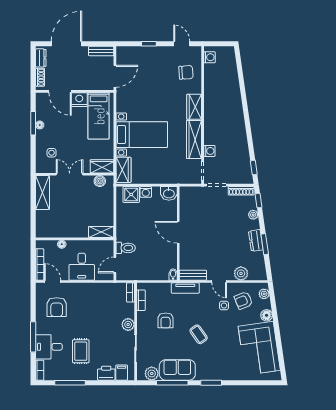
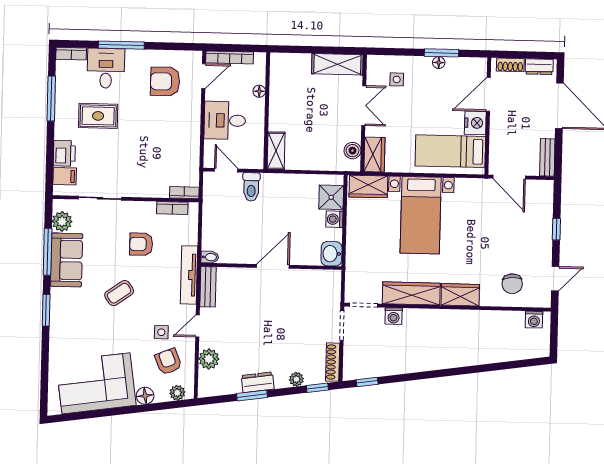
tv unit: (185, 288) -> (189, 275), width x1.41
plant: (128, 325) -> (136, 188), removed

